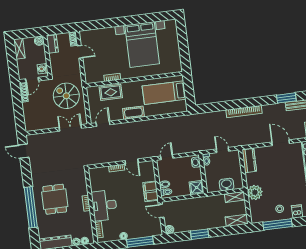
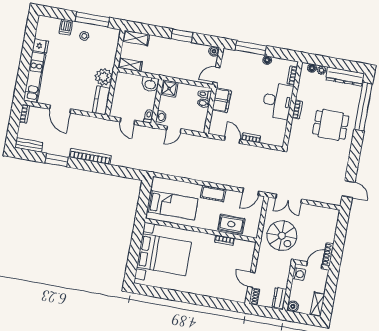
bed with nightstands: (142, 45) -> (164, 255), moved, turned 90
window: (286, 98) -> (57, 160), moved
door: (167, 157) -> (174, 129), moved
washbasin: (227, 184) -> (150, 84), moved
plant: (255, 192) -> (104, 77), moved
dining table: (55, 199) -> (331, 125), turned 90
window: (31, 207) -> (363, 107), moved
door: (161, 211) -> (217, 75), swing flipped

